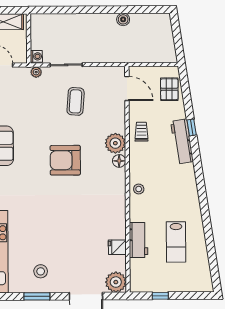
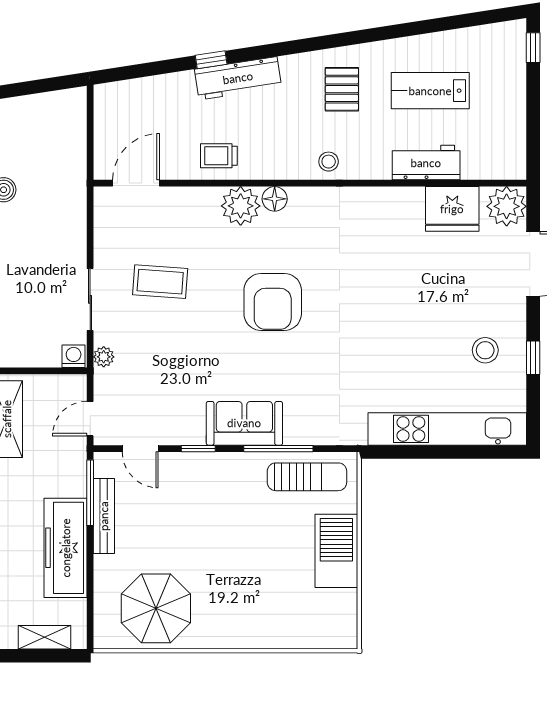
pallet: (169, 89) -> (342, 89), moved, turned 90
lab bench: (176, 242) -> (430, 91), turned 180
fridge: (117, 247) -> (452, 209), width x1.88, depth x1.34
window: (37, 296) -> (533, 358), width x0.67
window: (160, 296) -> (533, 48), moved

